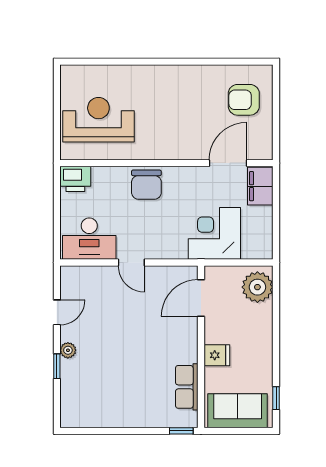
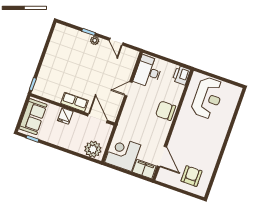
corner desk: (214, 233) -> (123, 154), moved, turned -90
row of seats: (187, 387) -> (75, 102), moved

